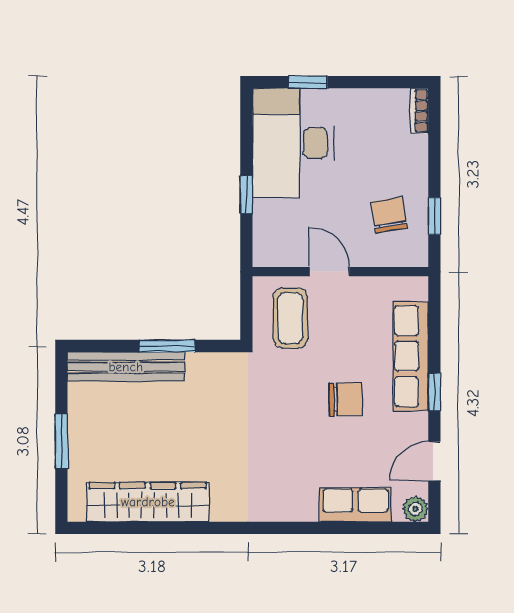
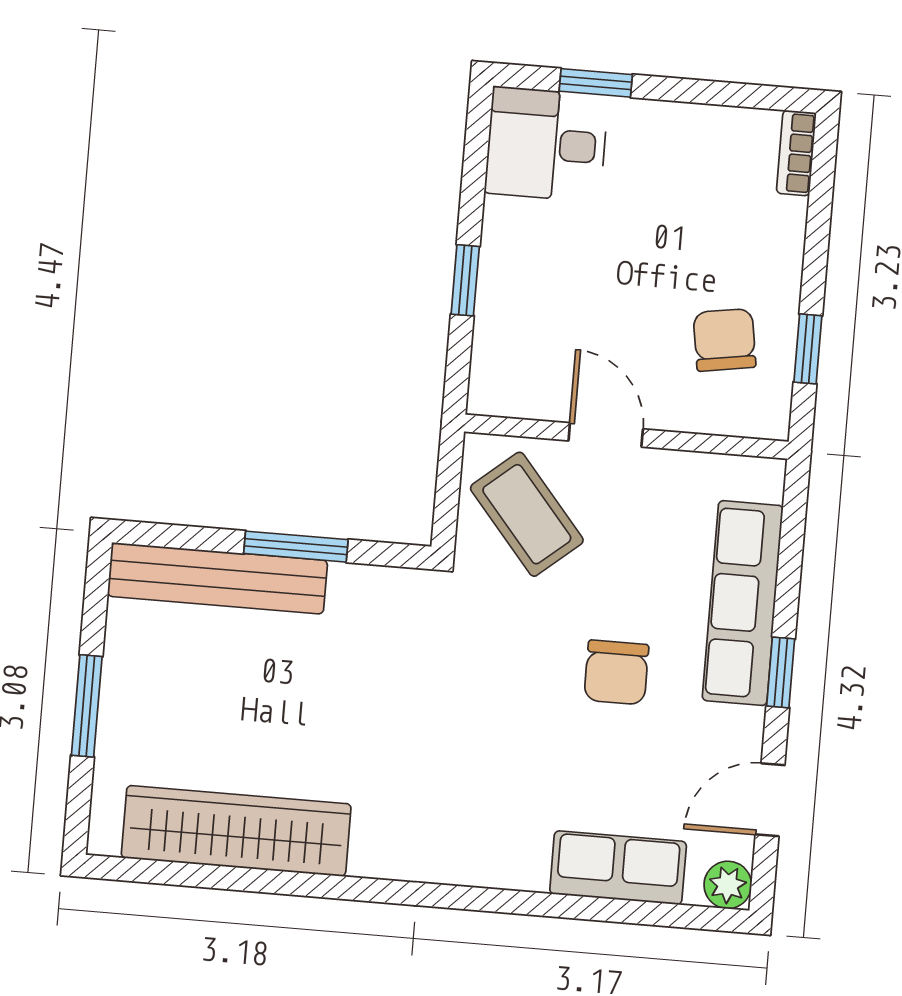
desk: (293, 143) -> (546, 144), width x0.53, depth x0.77
coffee table: (290, 318) -> (527, 514), turned -40
chair: (346, 399) -> (616, 672), turned 91

